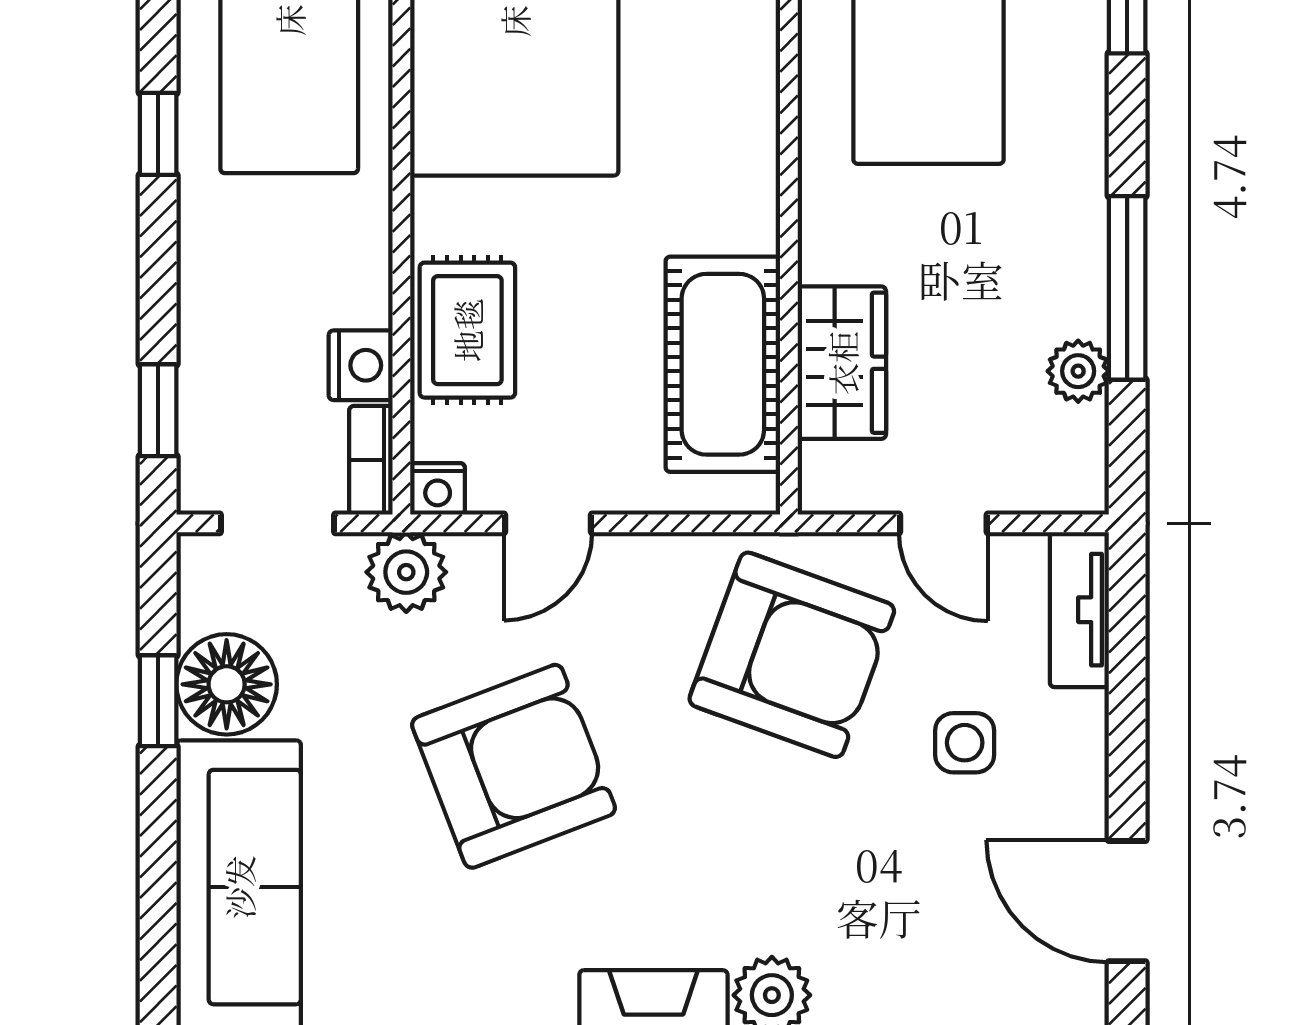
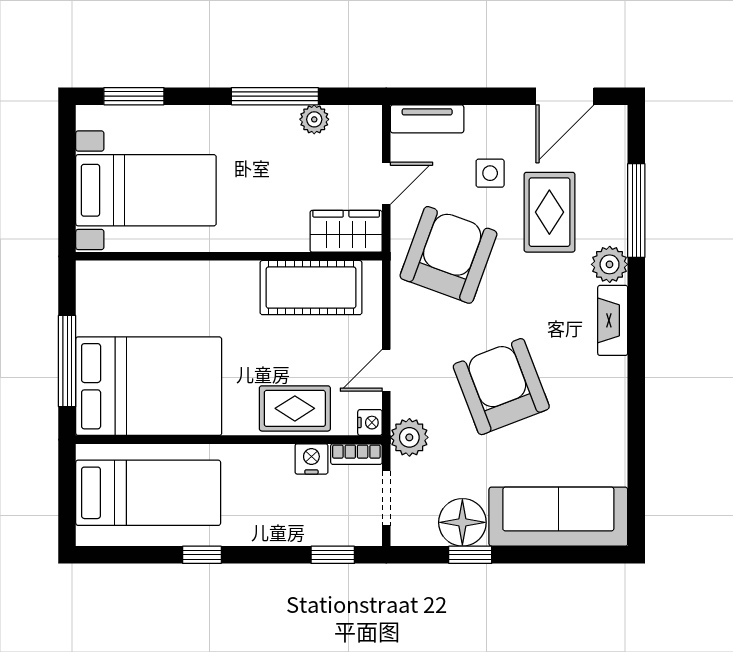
wardrobe: (842, 363) -> (346, 231), moved
door: (548, 523) -> (386, 370), swing flipped
rug: (882, 868) -> (549, 212), added

